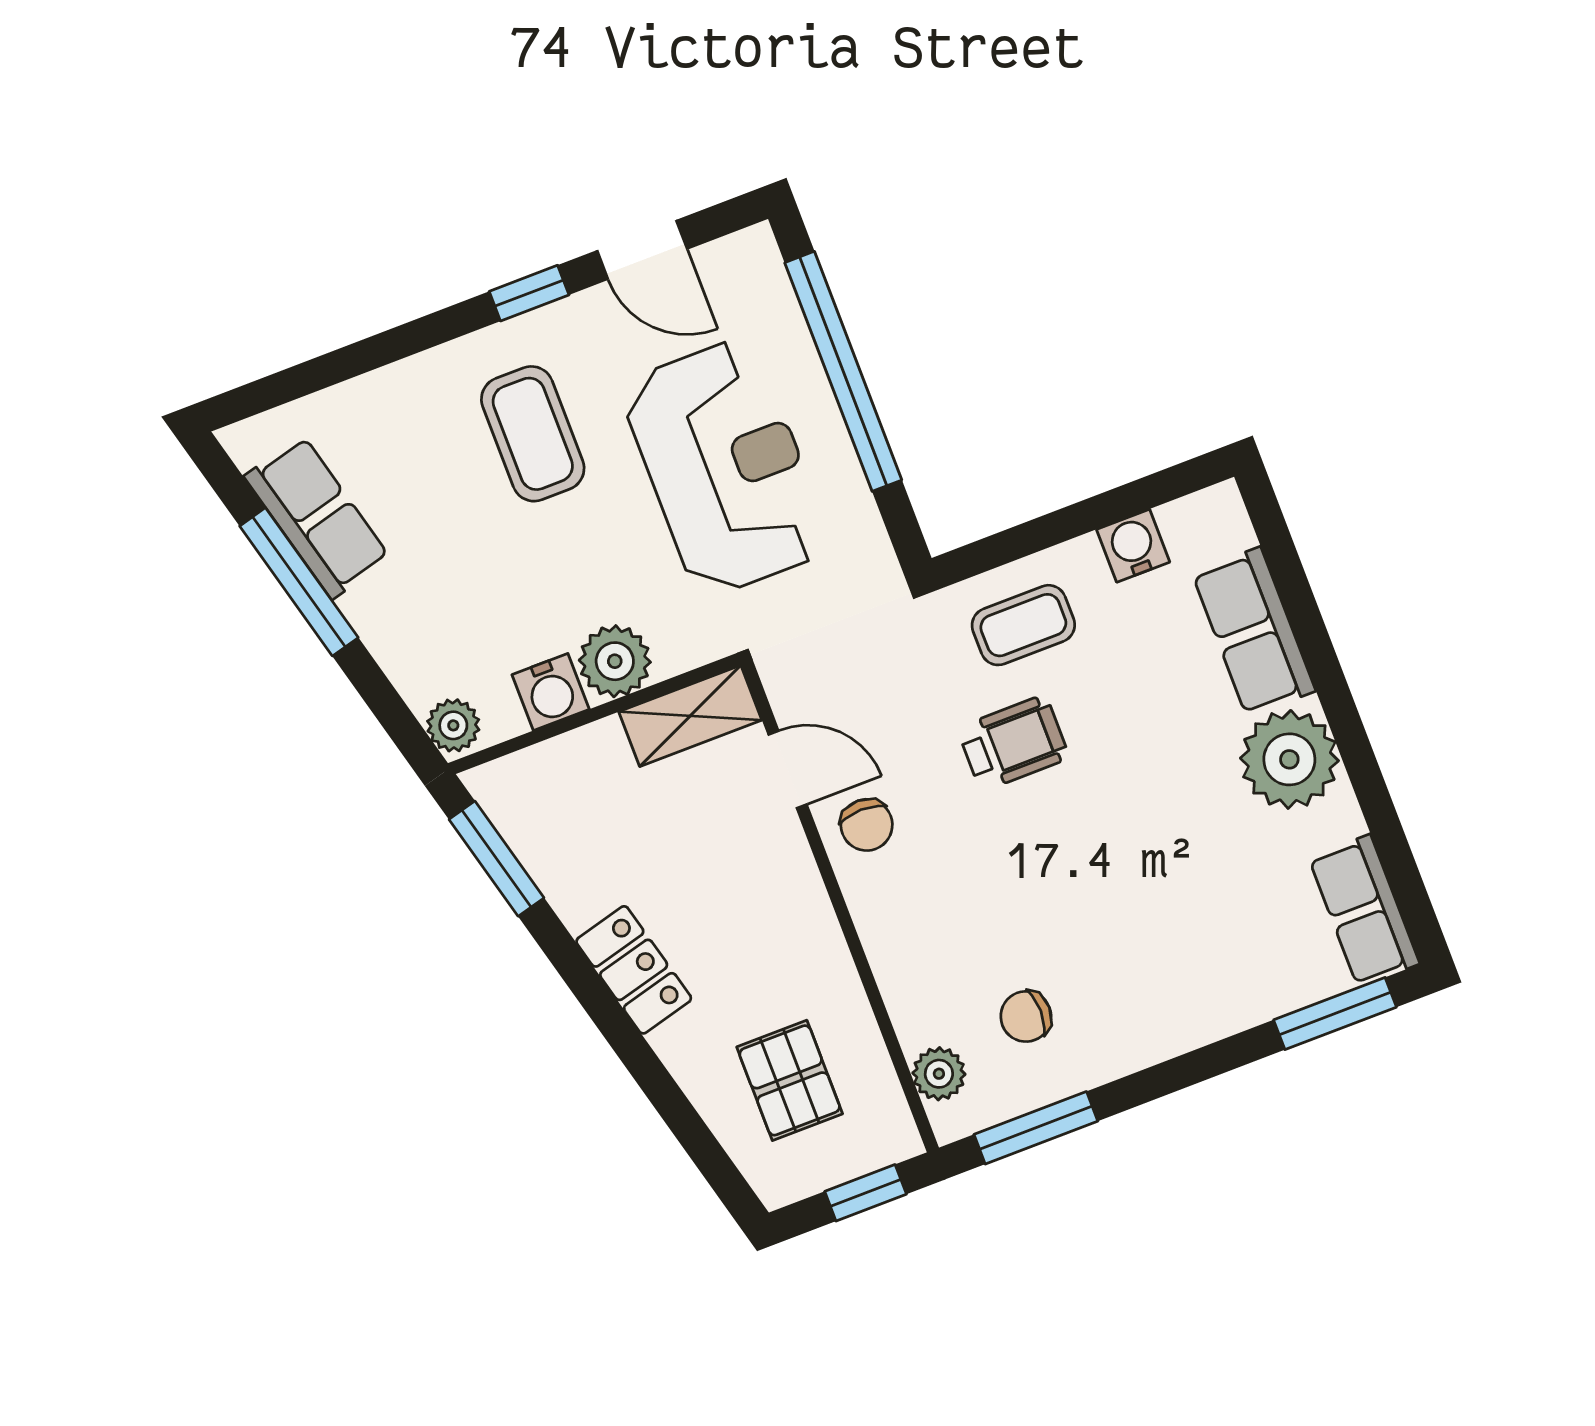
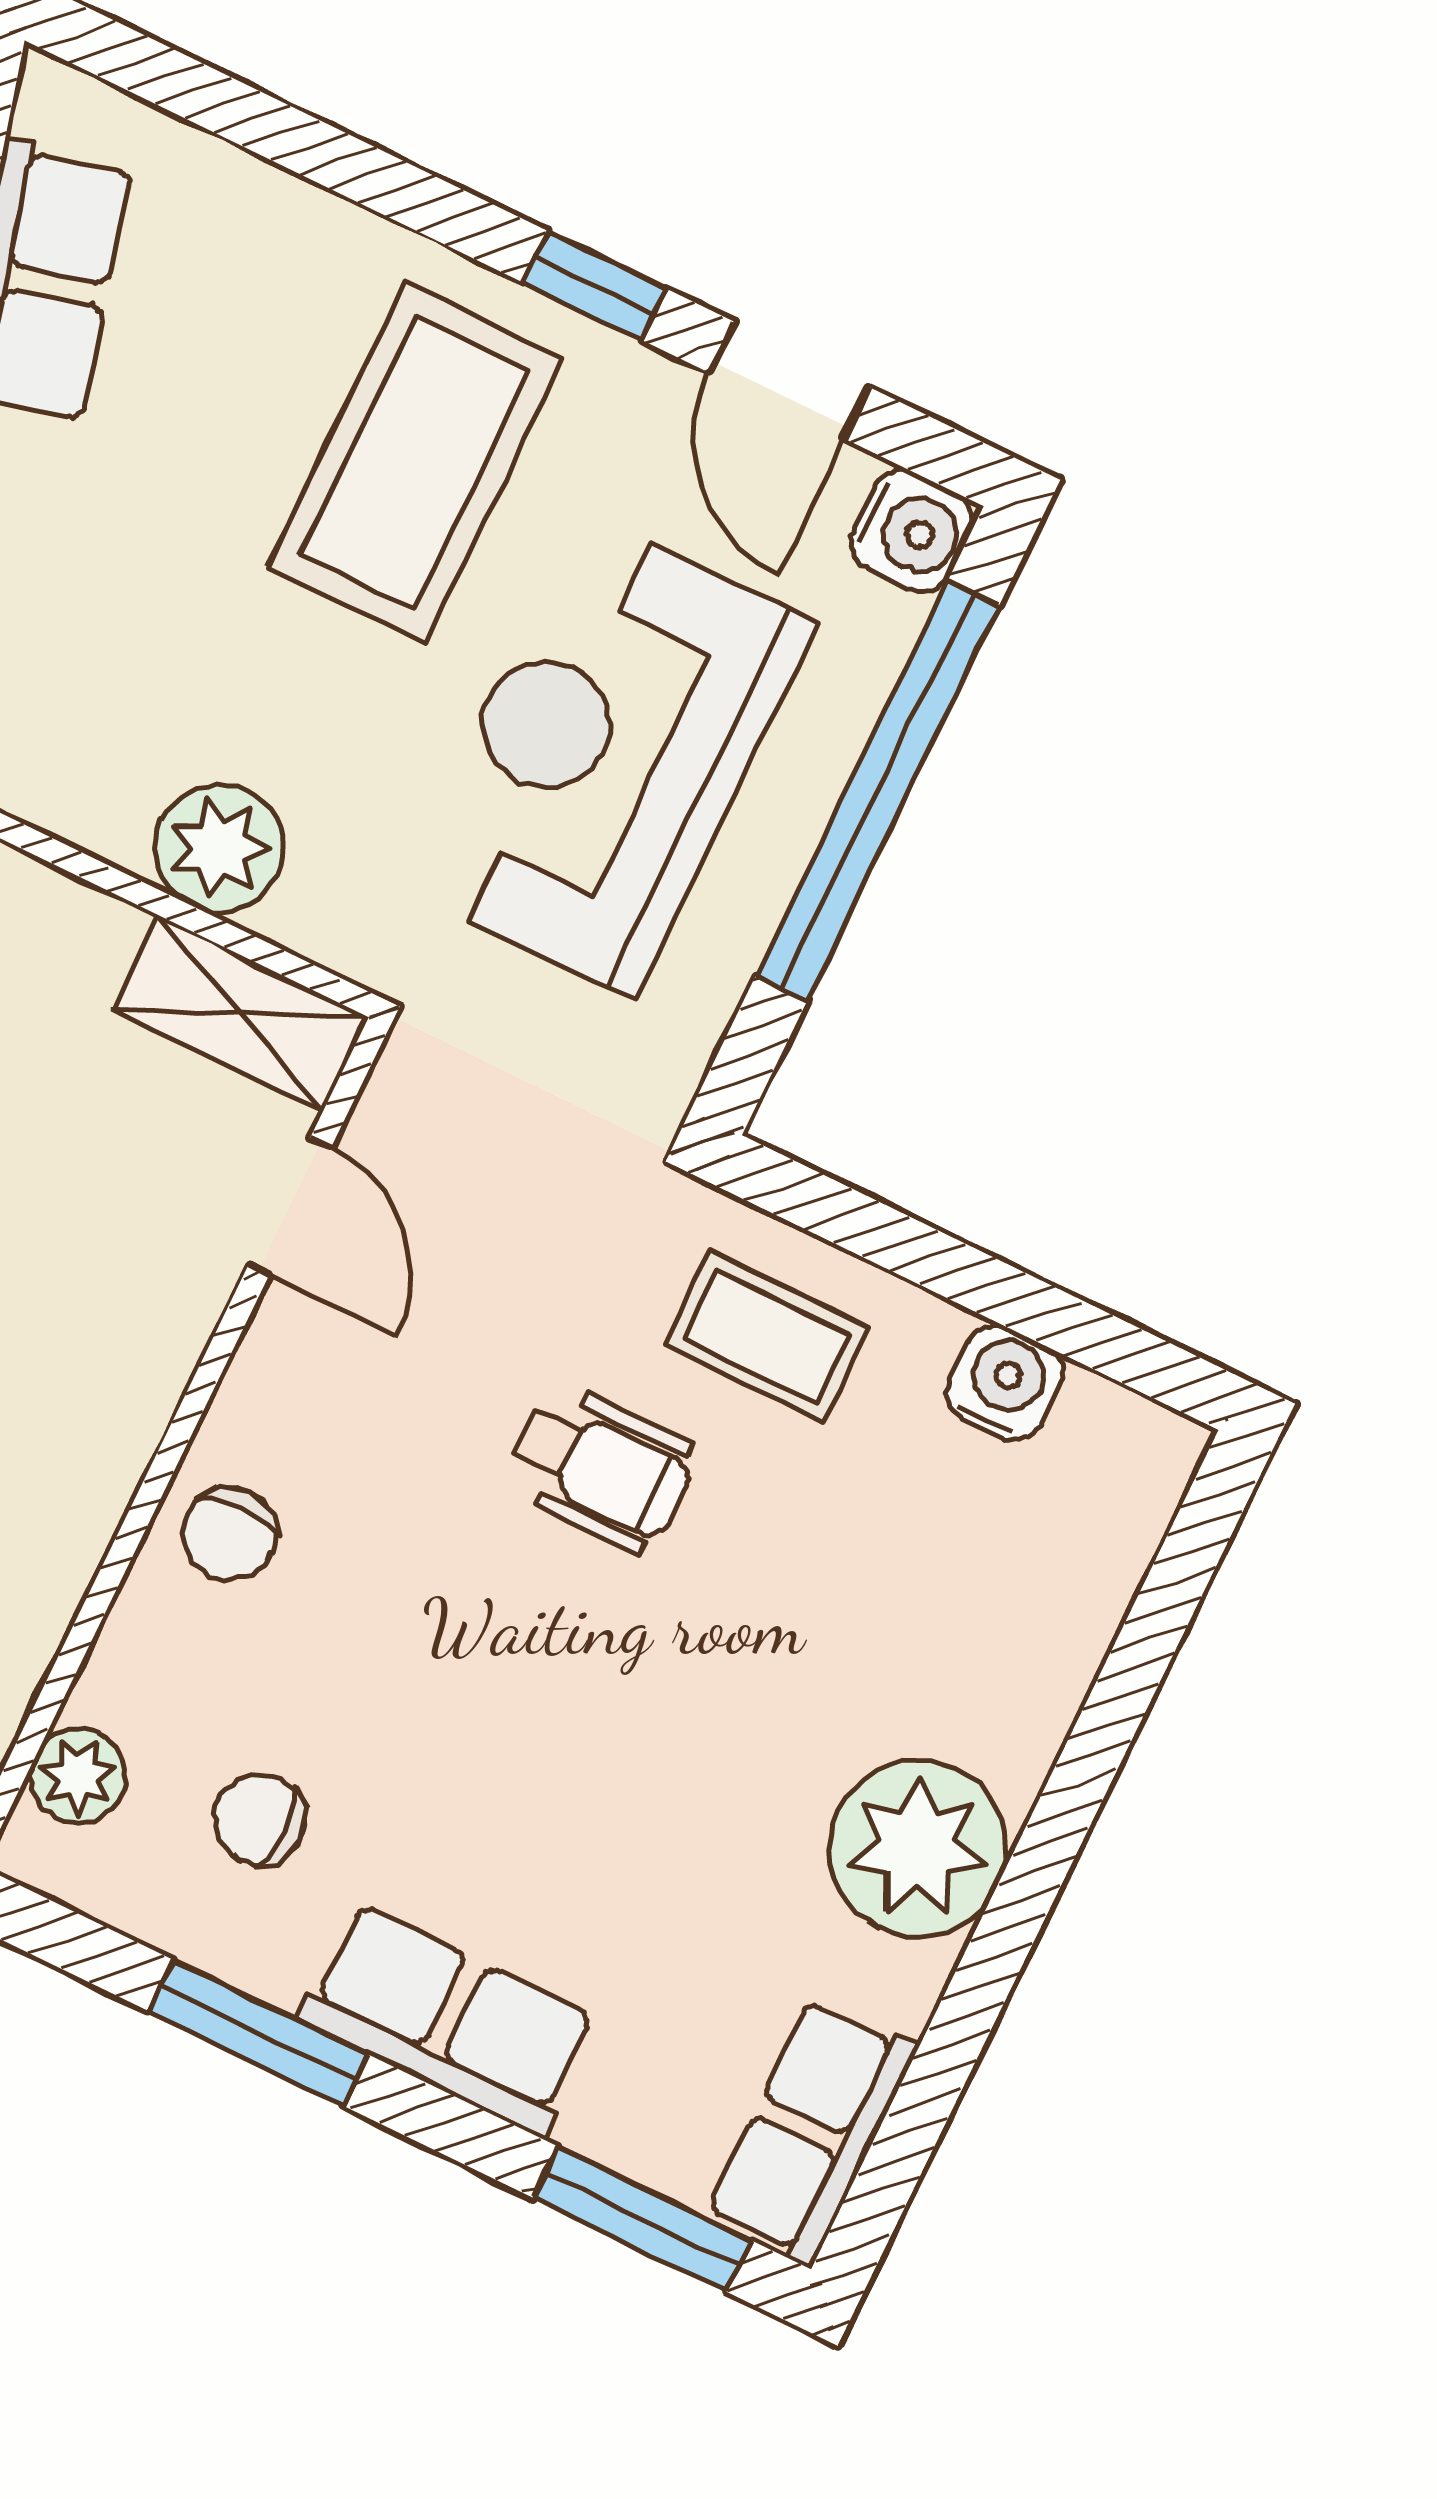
coffee table: (533, 434) -> (415, 462), width x1.36, depth x1.32
reception desk: (725, 467) -> (608, 755), turned 180
row of seats: (1254, 632) -> (449, 2020), moved, turned 90
water cooler: (551, 692) -> (912, 531), moved, turned -90
chair: (867, 825) -> (230, 1534), moved
window: (1036, 1128) -> (258, 2033), moved

